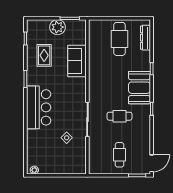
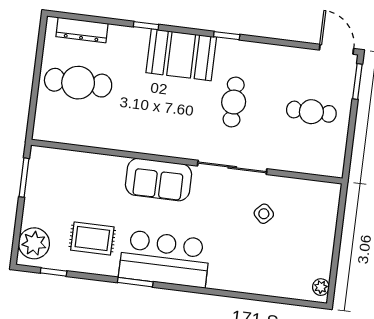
plant: (58, 27) -> (34, 243), moved
sofa: (77, 61) -> (159, 180), moved
bar counter: (39, 107) -> (165, 259), moved

